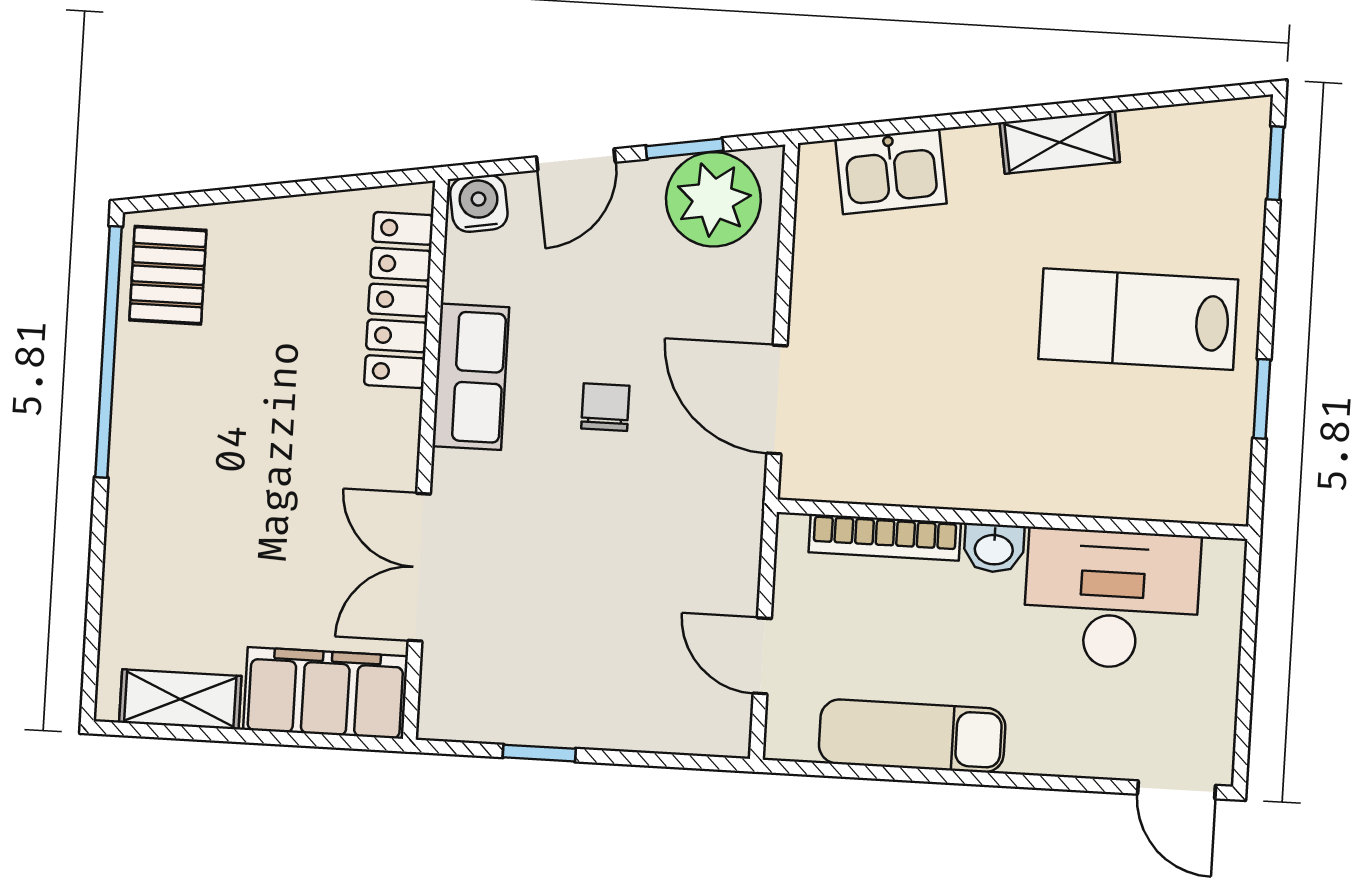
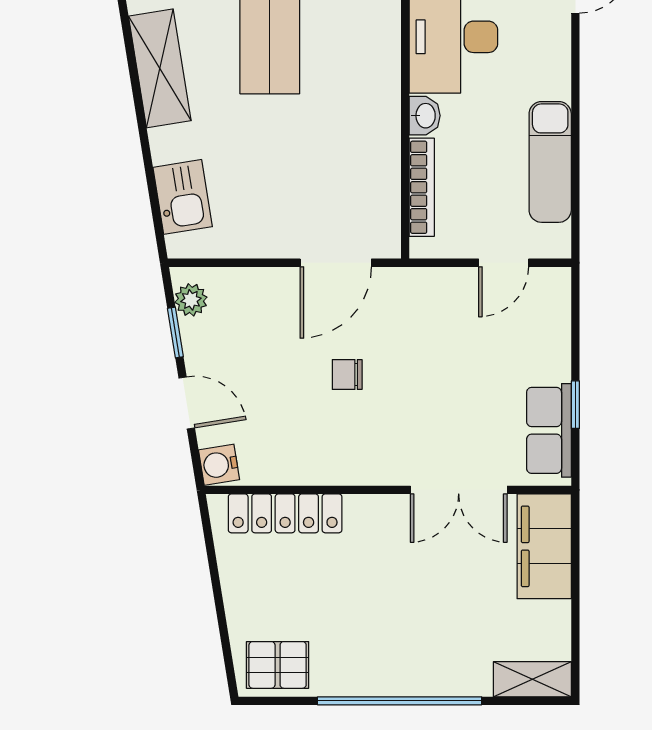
shelving: (1060, 142) -> (160, 68), width x1.50, depth x1.33
plant: (713, 199) -> (191, 300), width x0.53, depth x0.53
window: (108, 352) -> (400, 701), moved
row of seats: (471, 377) -> (549, 430), moved, turned -90
shelving: (180, 699) -> (532, 679), moved, turned 90

